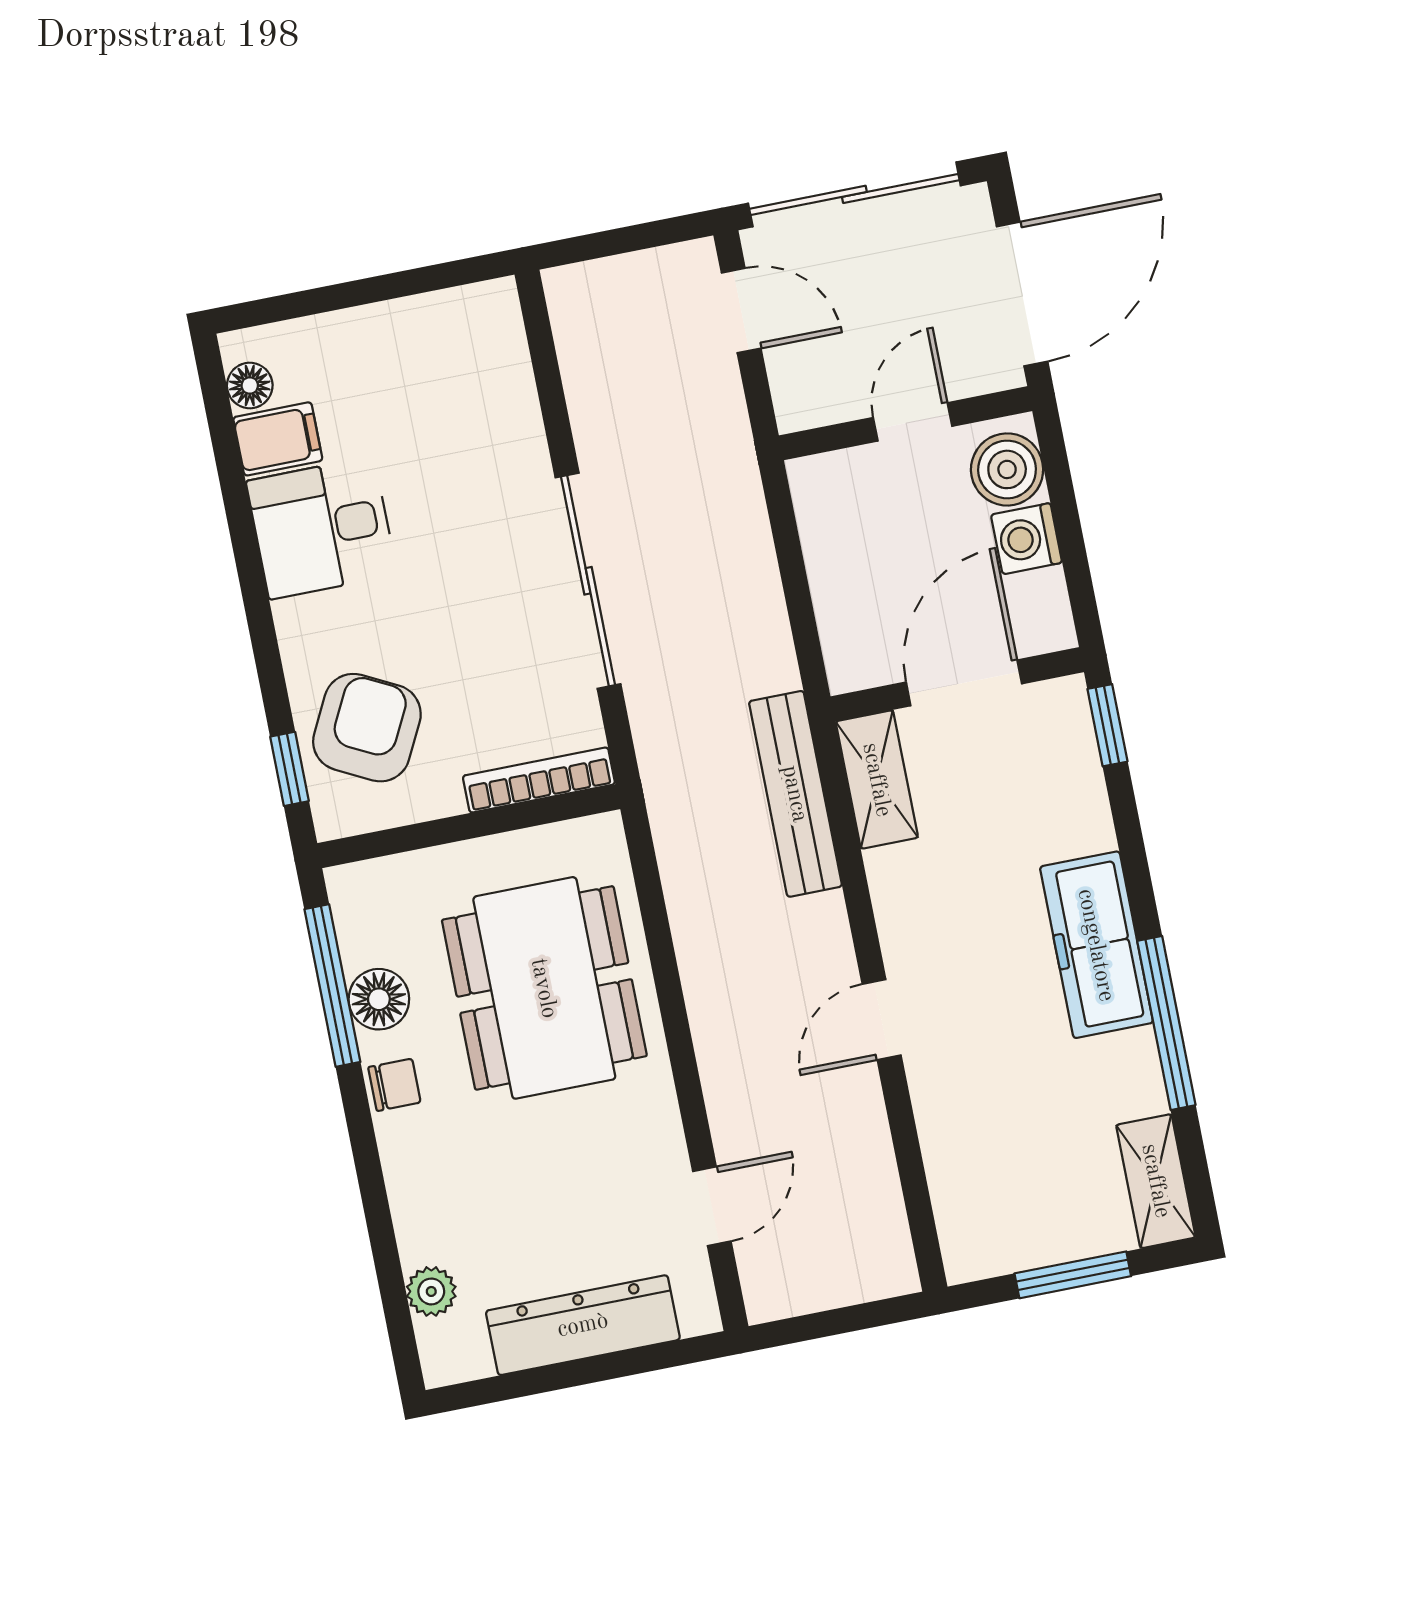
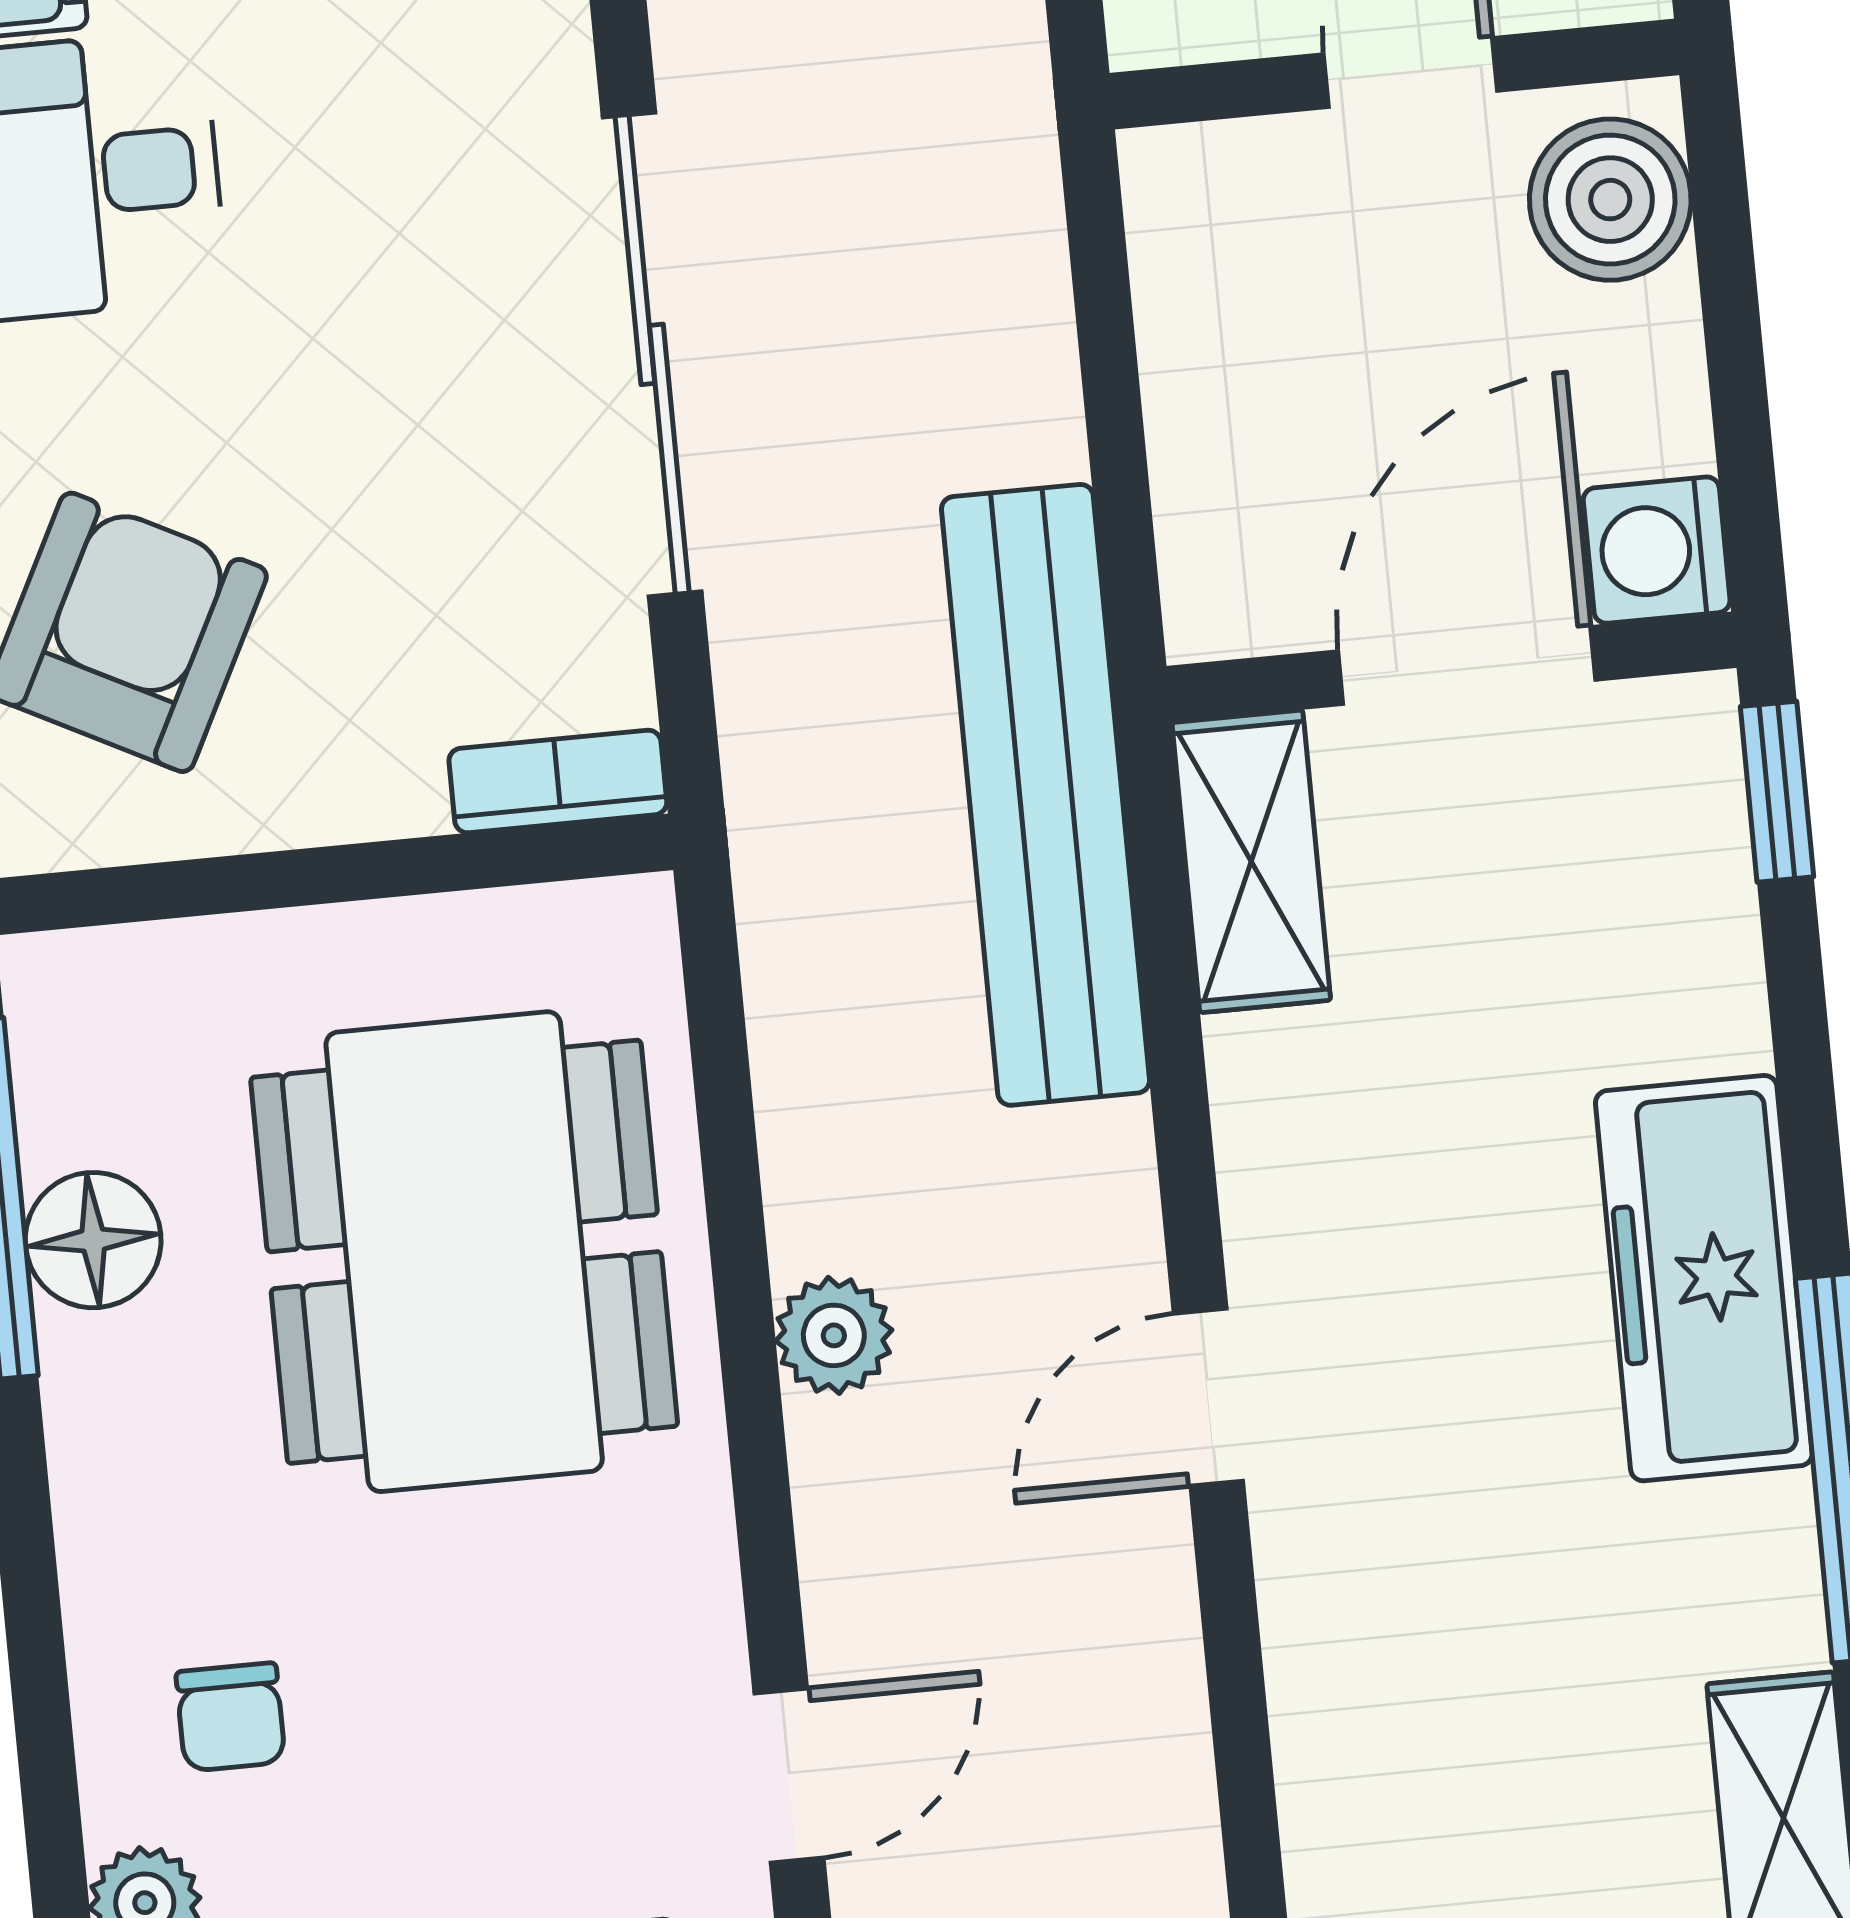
washing machine: (1026, 539) -> (1657, 550), moved
bookcase: (539, 780) -> (558, 781), width x0.64
bench: (795, 794) -> (1045, 795), width x1.37, depth x1.21
plant: (712, 1009) -> (834, 1335), added
chair: (394, 1085) -> (231, 1717), moved, turned 90

